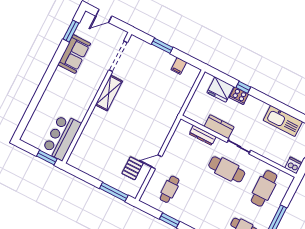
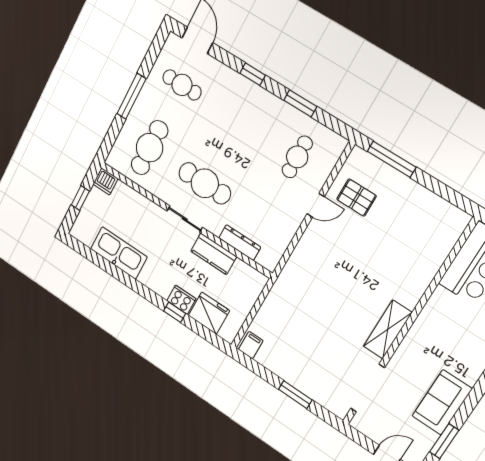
filing cabinet: (179, 66) -> (251, 345), moved
pallet: (133, 168) -> (356, 198), turned 90

